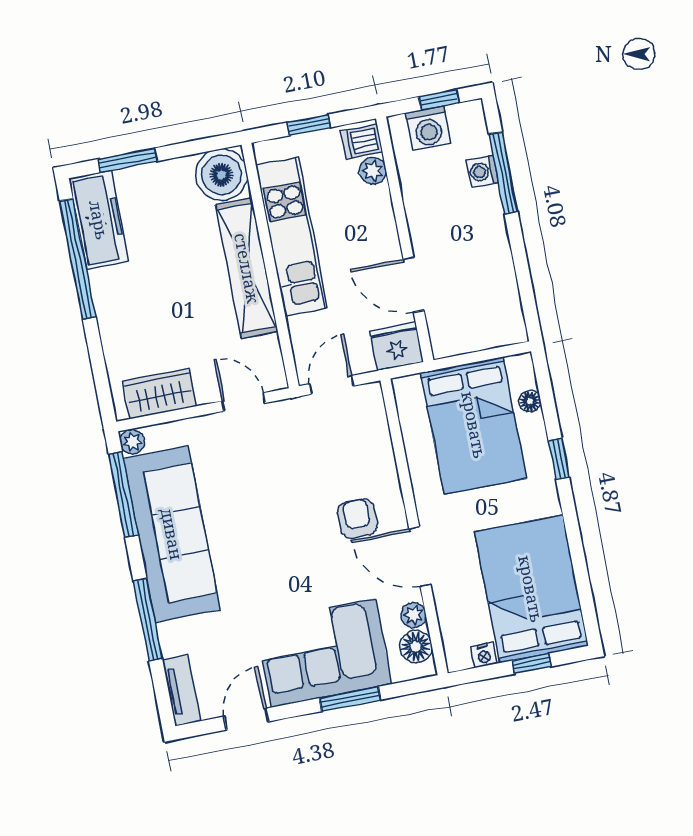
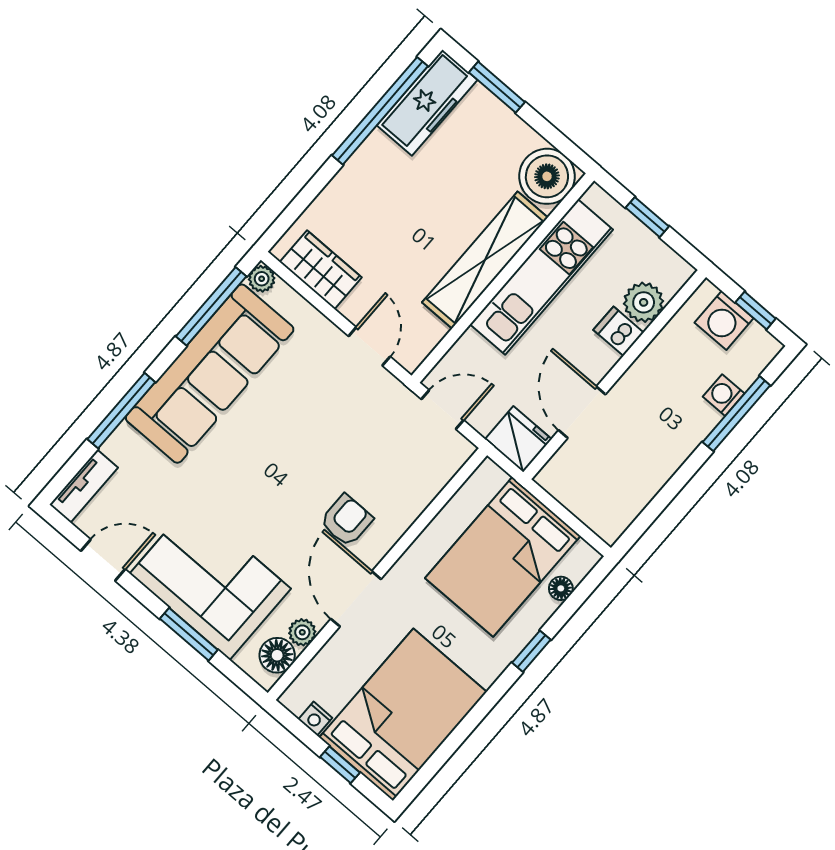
dishwasher: (362, 142) -> (619, 331), moved
plant: (373, 171) -> (644, 302), width x1.38, depth x1.38

